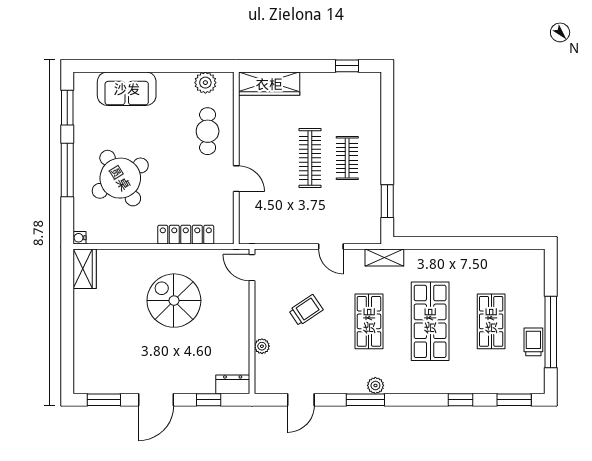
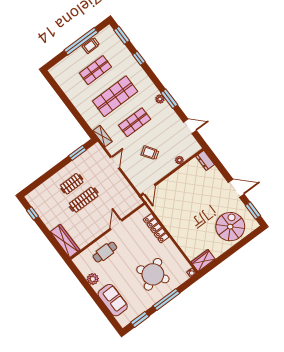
plant: (205, 83) -> (93, 279), moved
spiral stairs: (174, 301) -> (230, 227), moved, turned 180
window: (209, 400) -> (219, 166), removed

